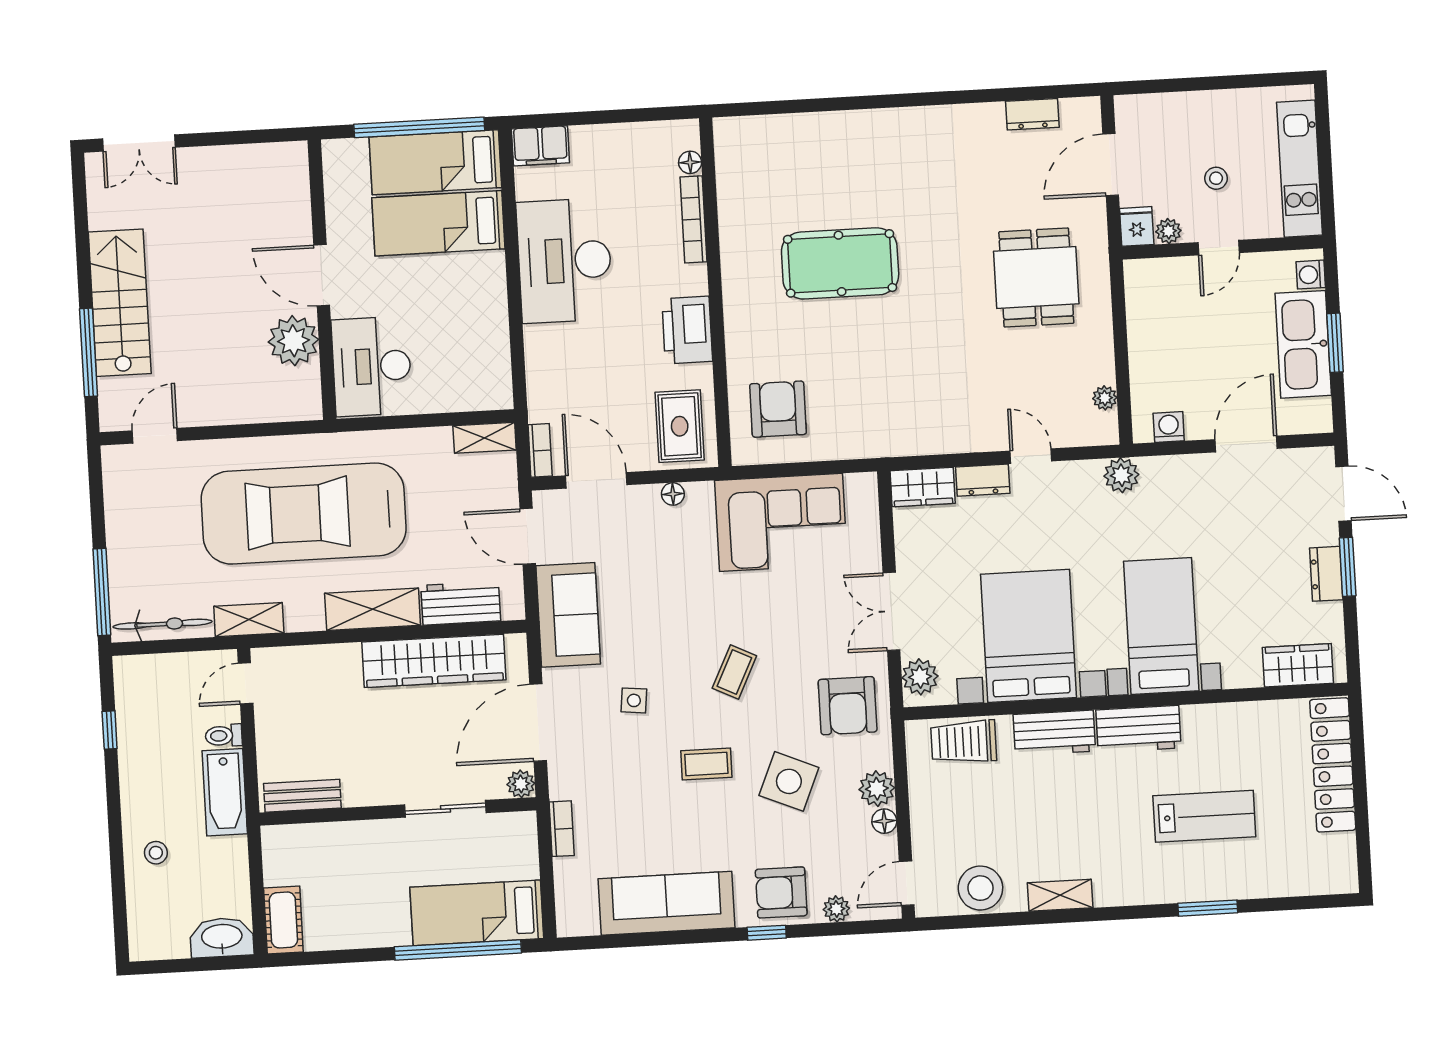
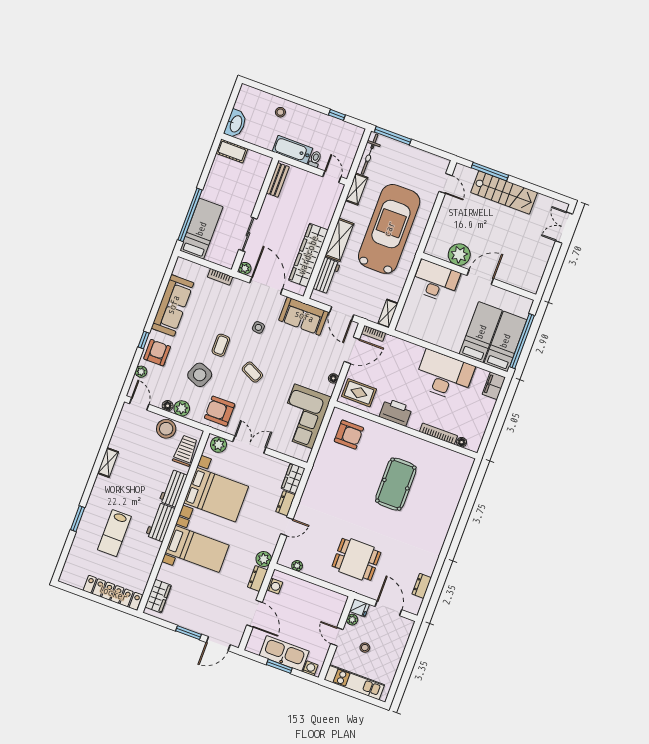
door: (528, 536) -> (342, 314), swing flipped
dresser: (1326, 574) -> (258, 578), moved, turned -90
stool: (980, 888) -> (166, 429), moved

